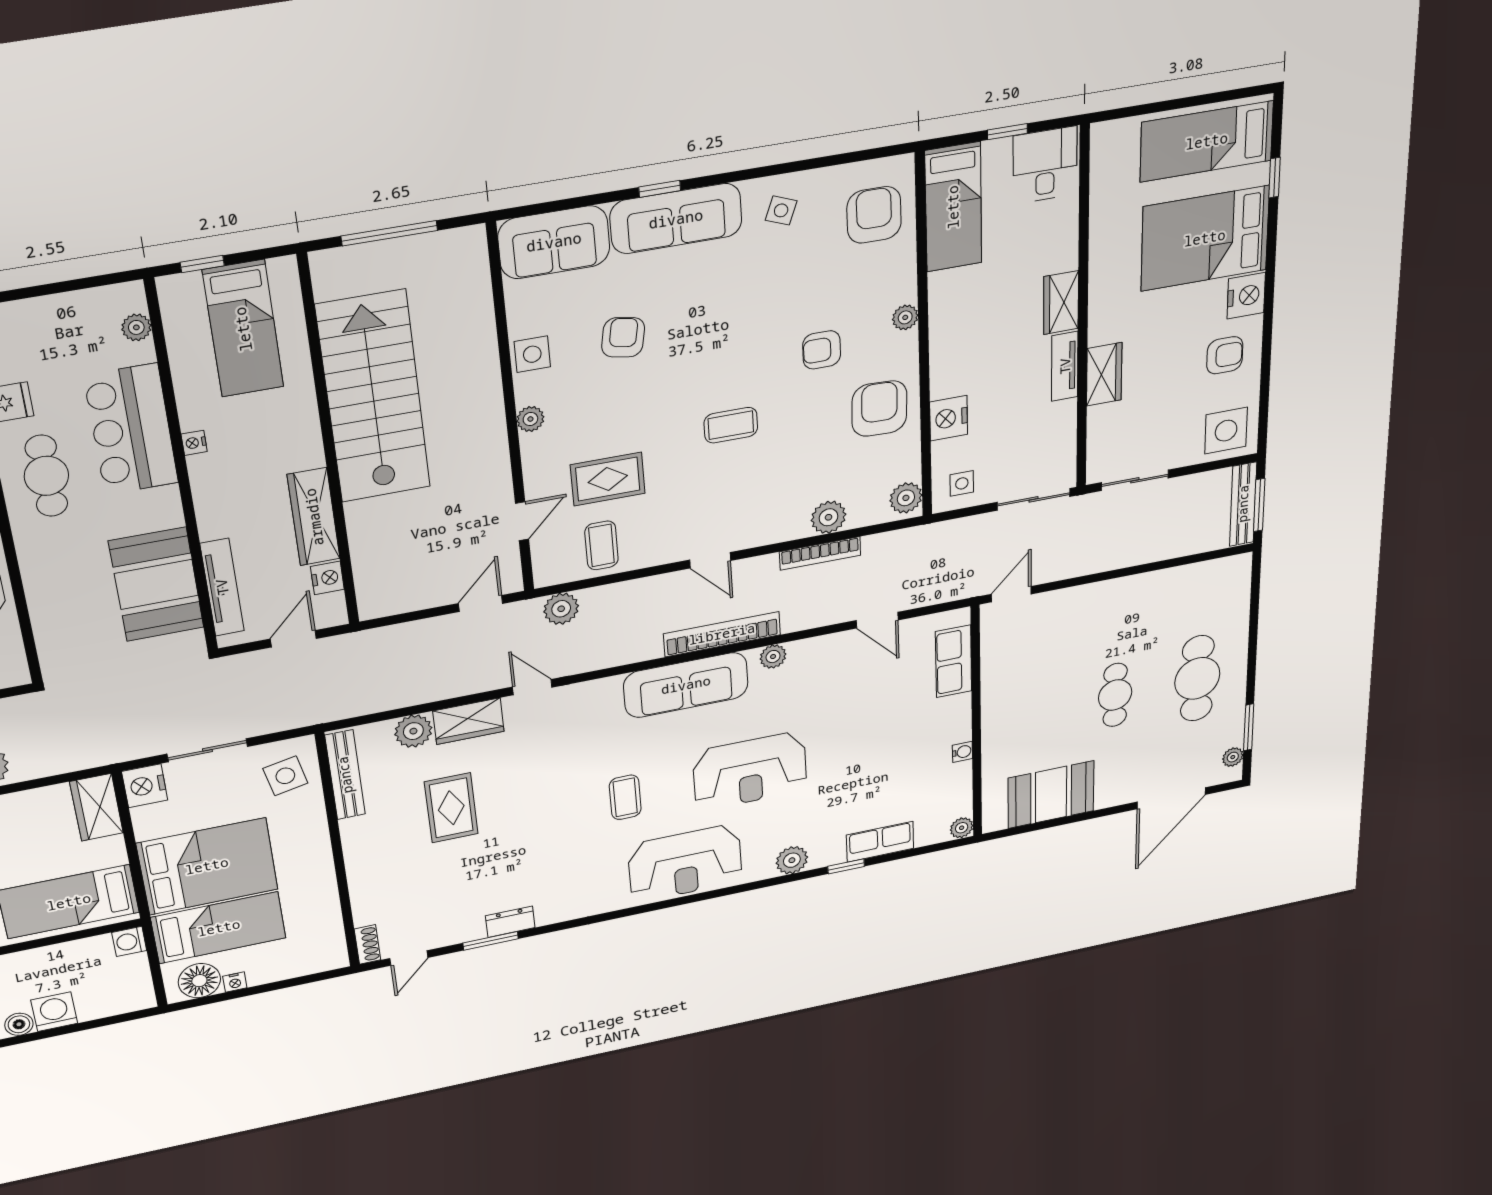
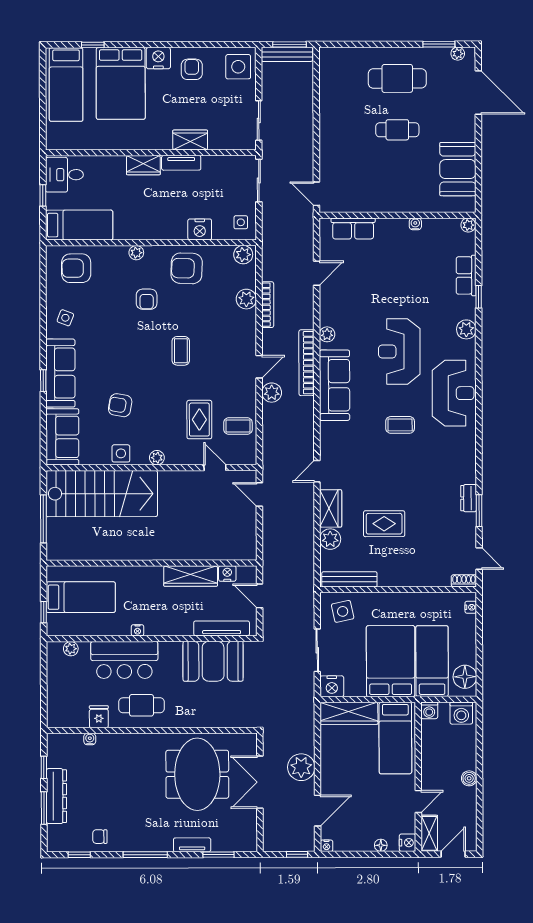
stairs: (373, 397) -> (102, 494), moved, turned 180
plant: (561, 609) -> (272, 393), moved
reception desk: (750, 771) -> (399, 351), turned 180
wardrobe: (97, 807) -> (349, 713), width x1.50
nightstand: (235, 982) -> (471, 607), moved
washing machine: (54, 1012) -> (461, 713), moved, turned -90

